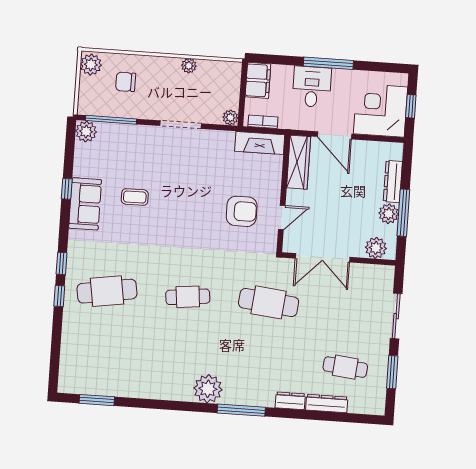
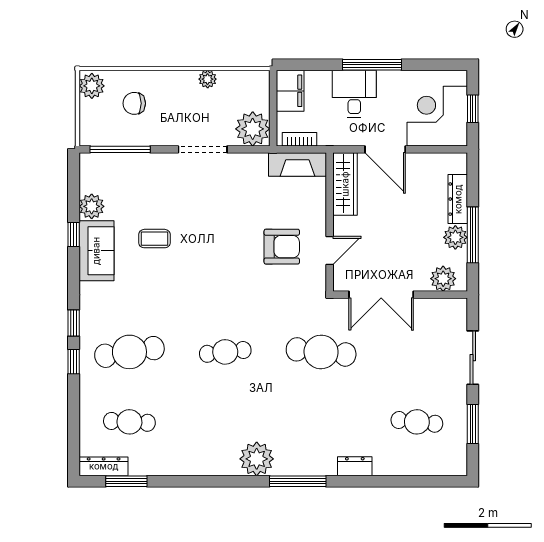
plant: (230, 118) -> (253, 129), width x1.87, depth x1.87
plant: (86, 131) -> (92, 206), moved
cafe table: (103, 350) -> (129, 422), added
dresser: (327, 403) -> (104, 466), moved

